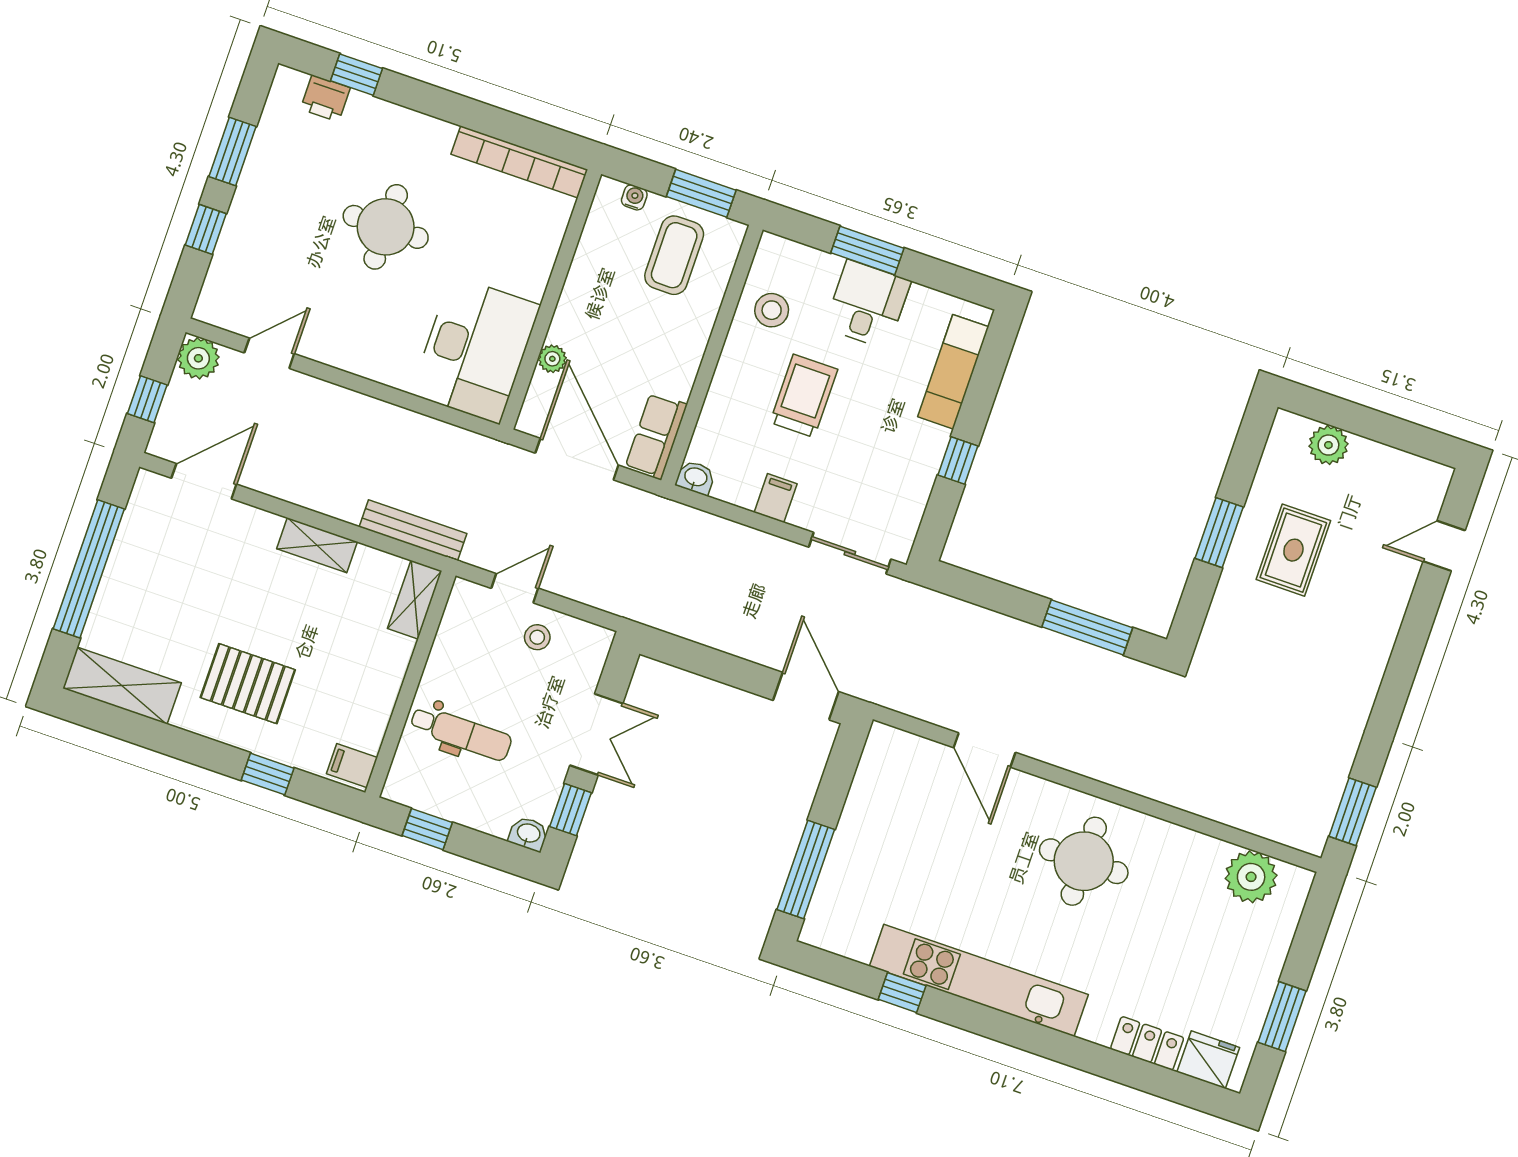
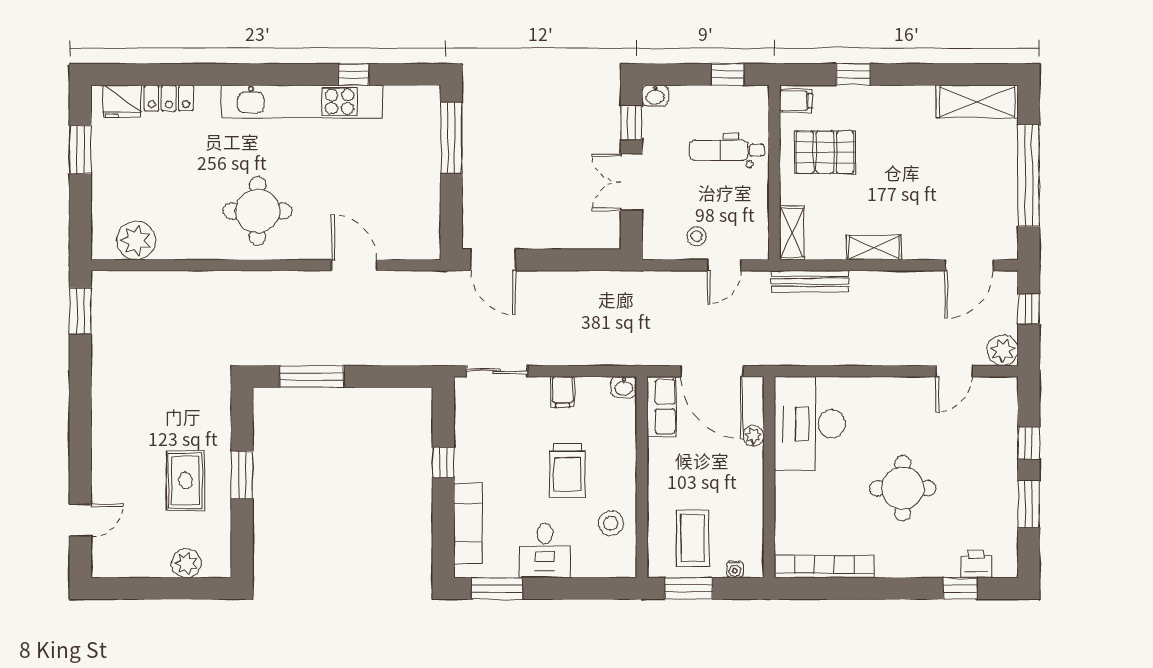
window: (867, 250) -> (497, 588), moved
pallet: (248, 684) -> (825, 152), moved

